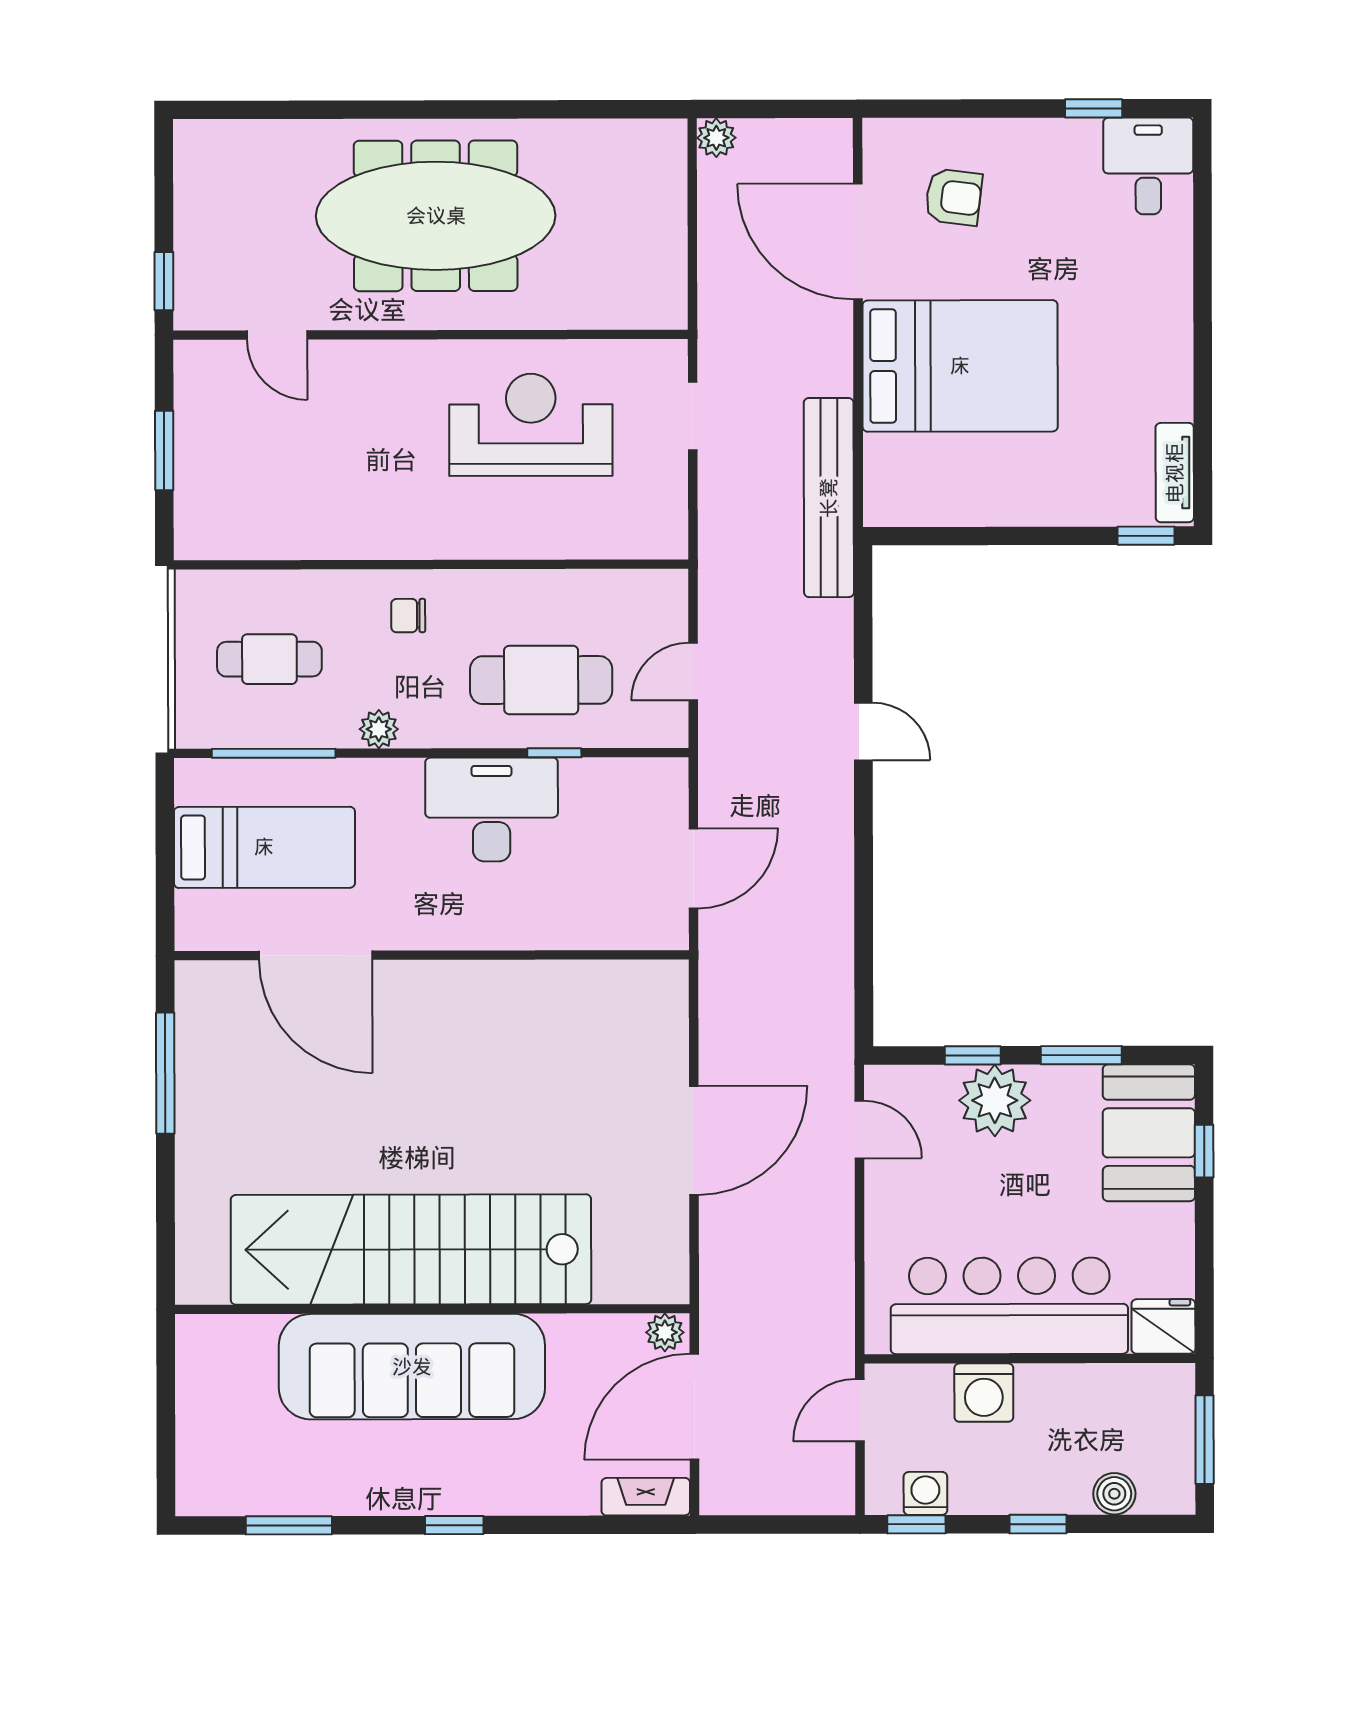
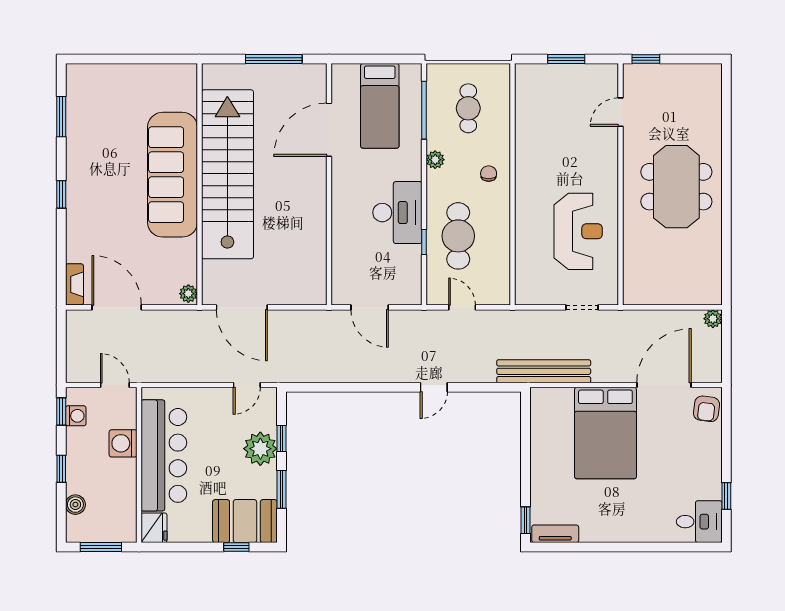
armchair: (954, 197) -> (706, 409), moved
meeting table: (436, 216) -> (676, 187), width x0.73
stairs: (411, 1250) -> (227, 174), moved
wall: (432, 1309) -> (199, 184), moved
plant: (665, 1332) -> (188, 294), moved
sofa: (412, 1367) -> (172, 175), moved

